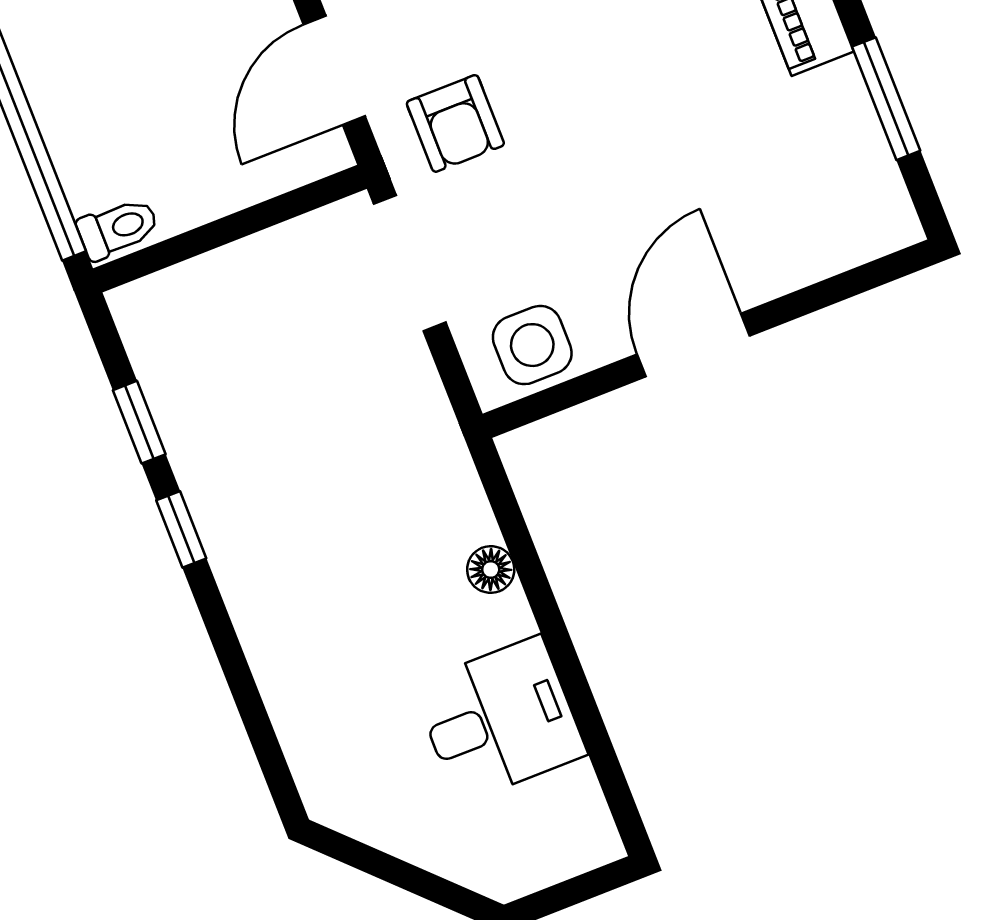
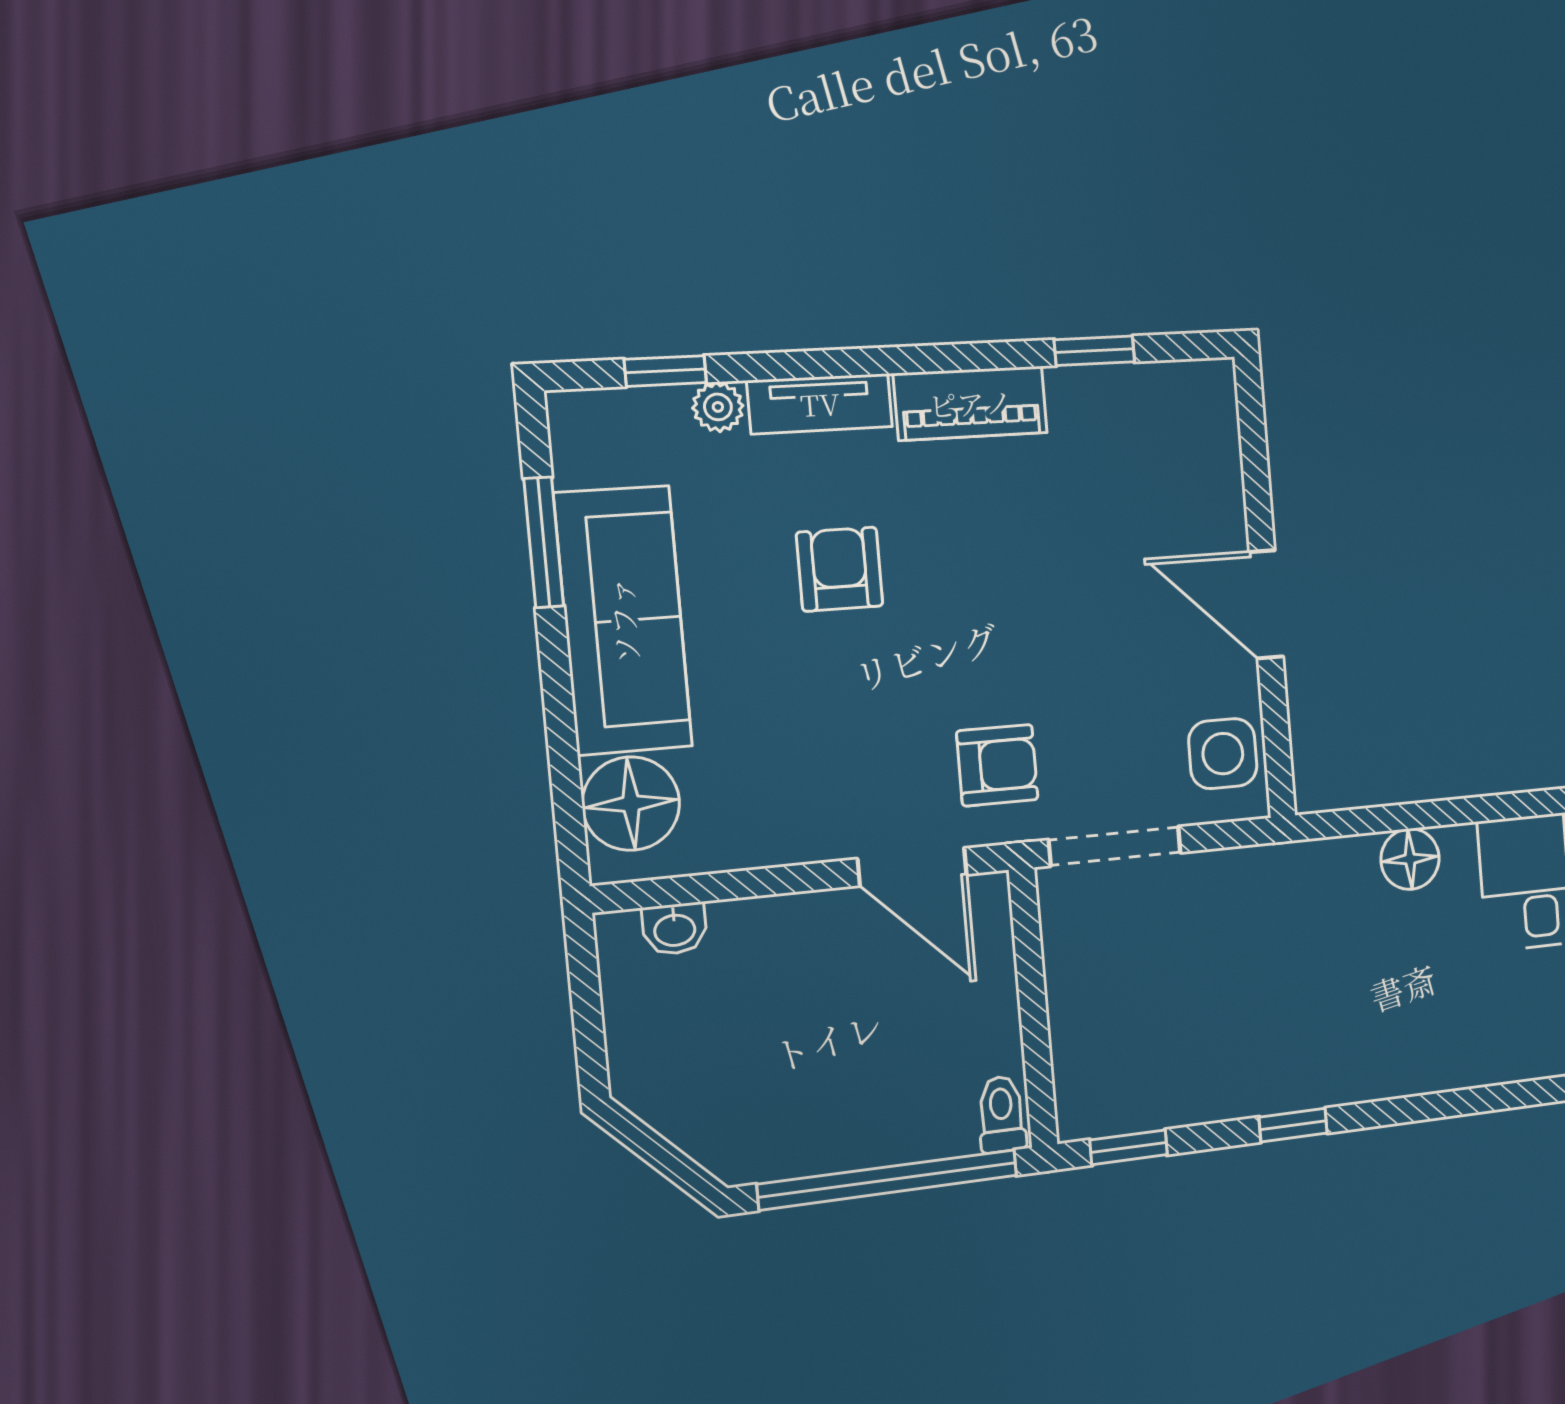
window: (886, 99) -> (1094, 351), width x0.67
window: (139, 422) -> (1129, 1147), moved
floor lamp: (491, 570) -> (1410, 859), width x1.37, depth x1.37

